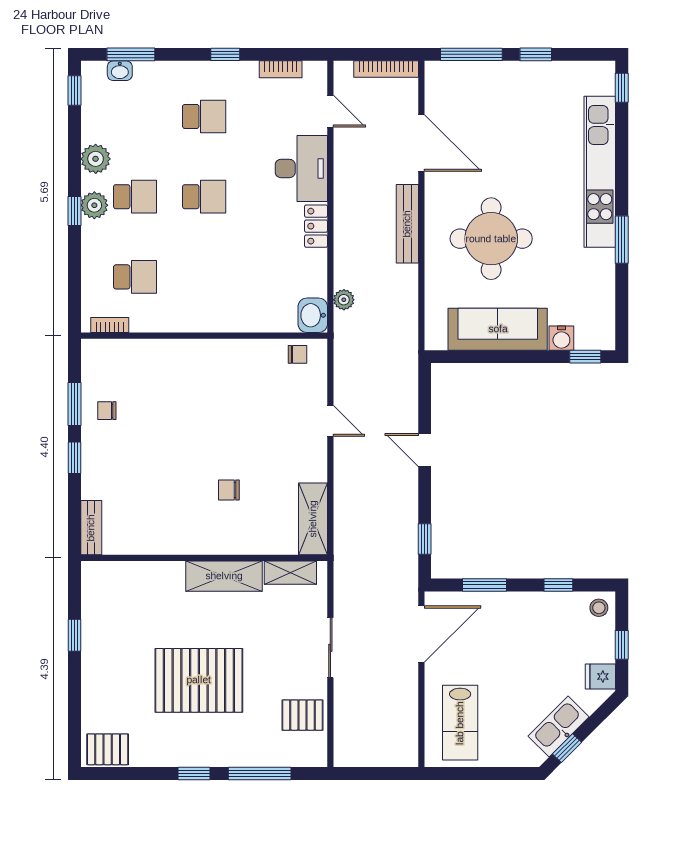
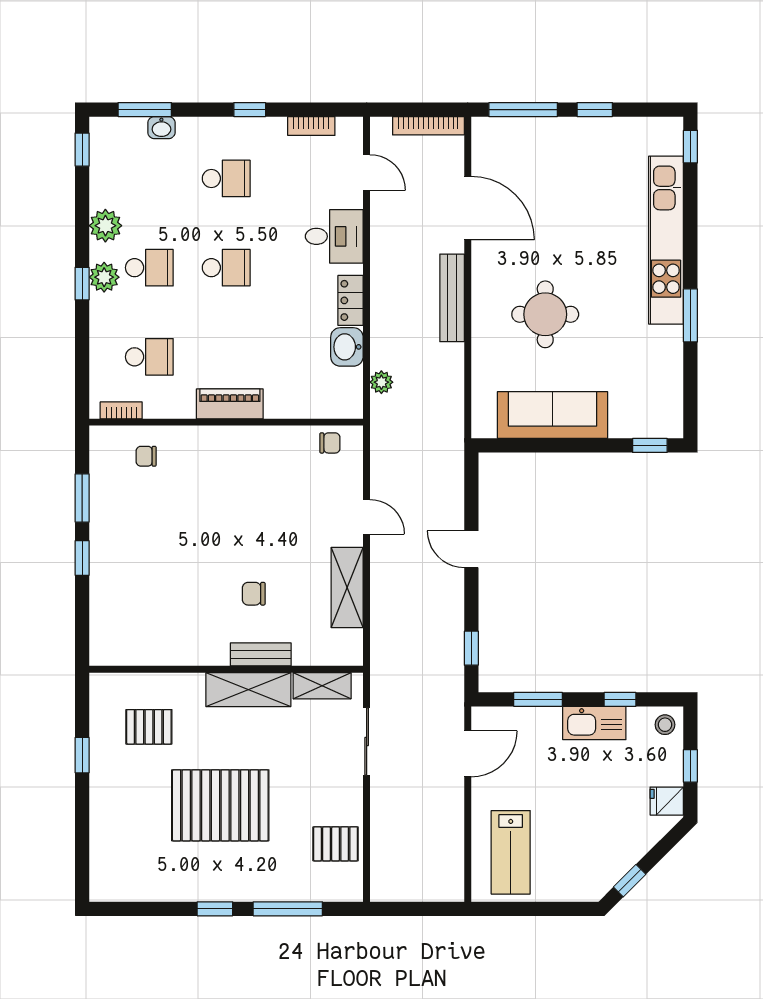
washbasin: (120, 71) -> (161, 128), moved
desk: (301, 168) -> (334, 236), width x0.73
round table: (491, 239) -> (545, 314), width x0.73, depth x0.73
washbasin: (313, 315) -> (347, 347), moved
piano: (207, 319) -> (230, 404), added
water cooler: (561, 338) -> (623, 425), removed
chair: (107, 411) -> (146, 456), moved
shelving: (313, 519) -> (347, 588), moved
bench: (91, 528) -> (261, 654), moved, turned 90
door: (421, 634) -> (468, 754), width x0.73
sliding door: (330, 648) -> (367, 742), moved
kitchen sink: (559, 727) -> (594, 723), moved, turned -135
pallet: (108, 749) -> (149, 727), moved

